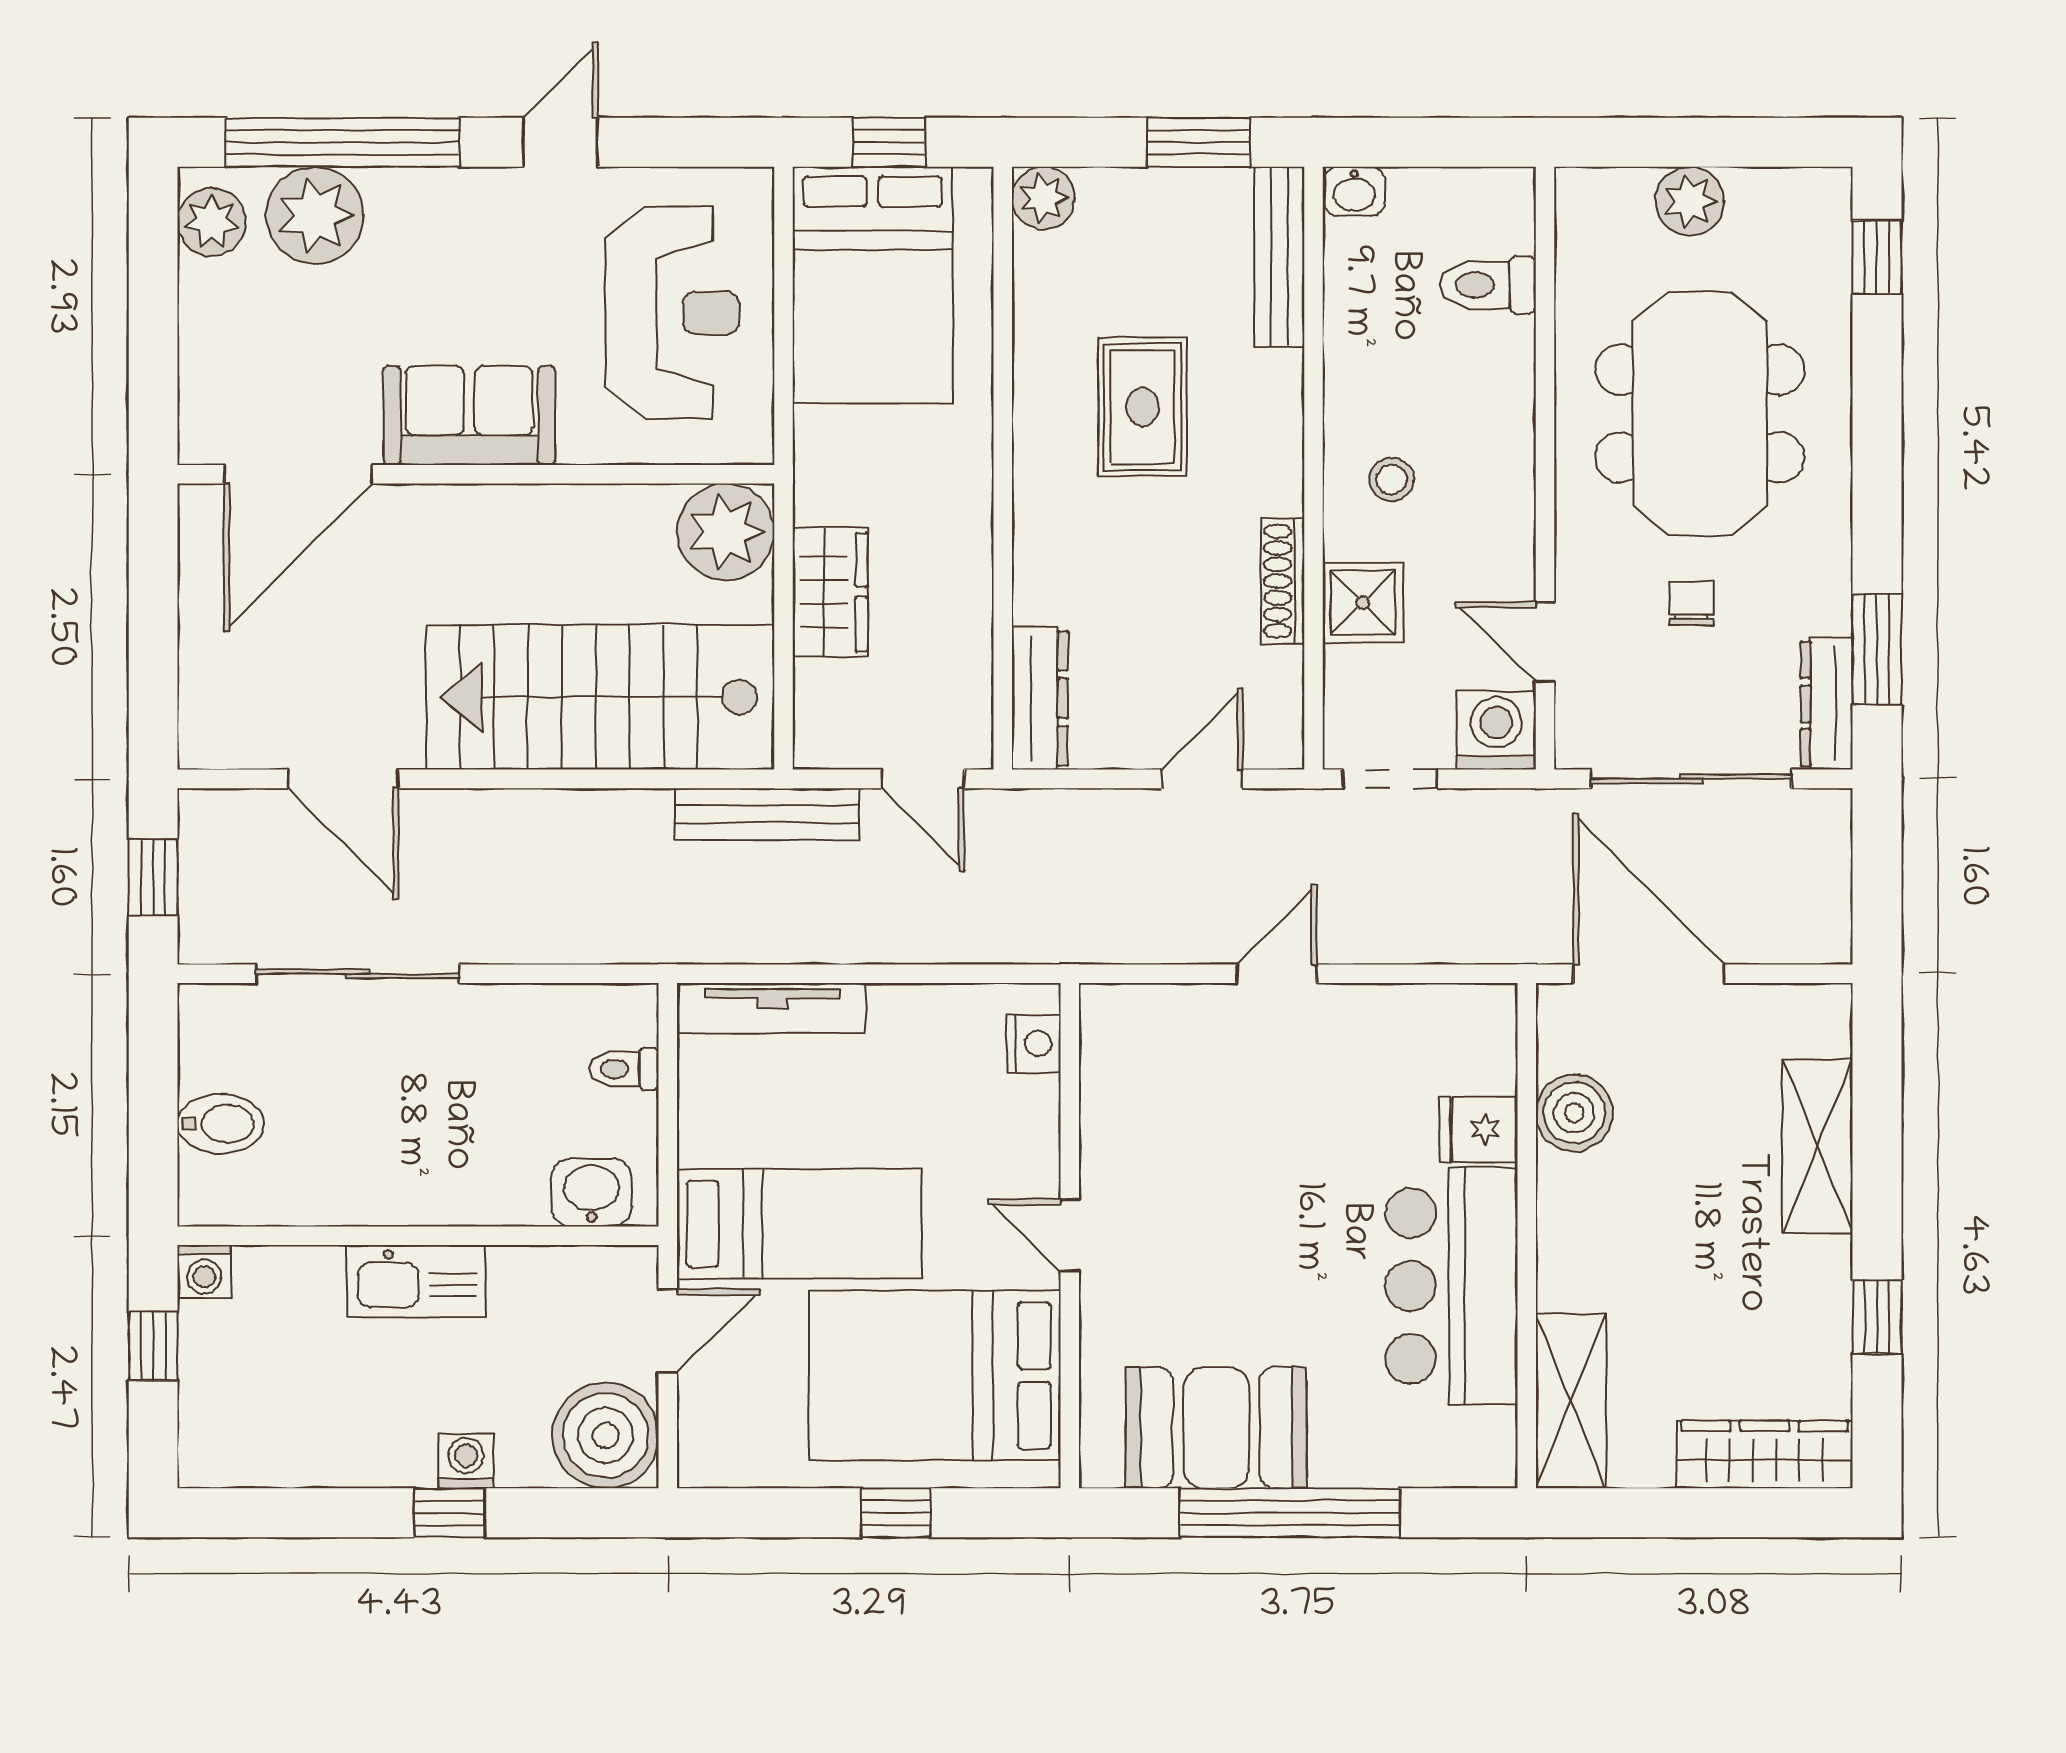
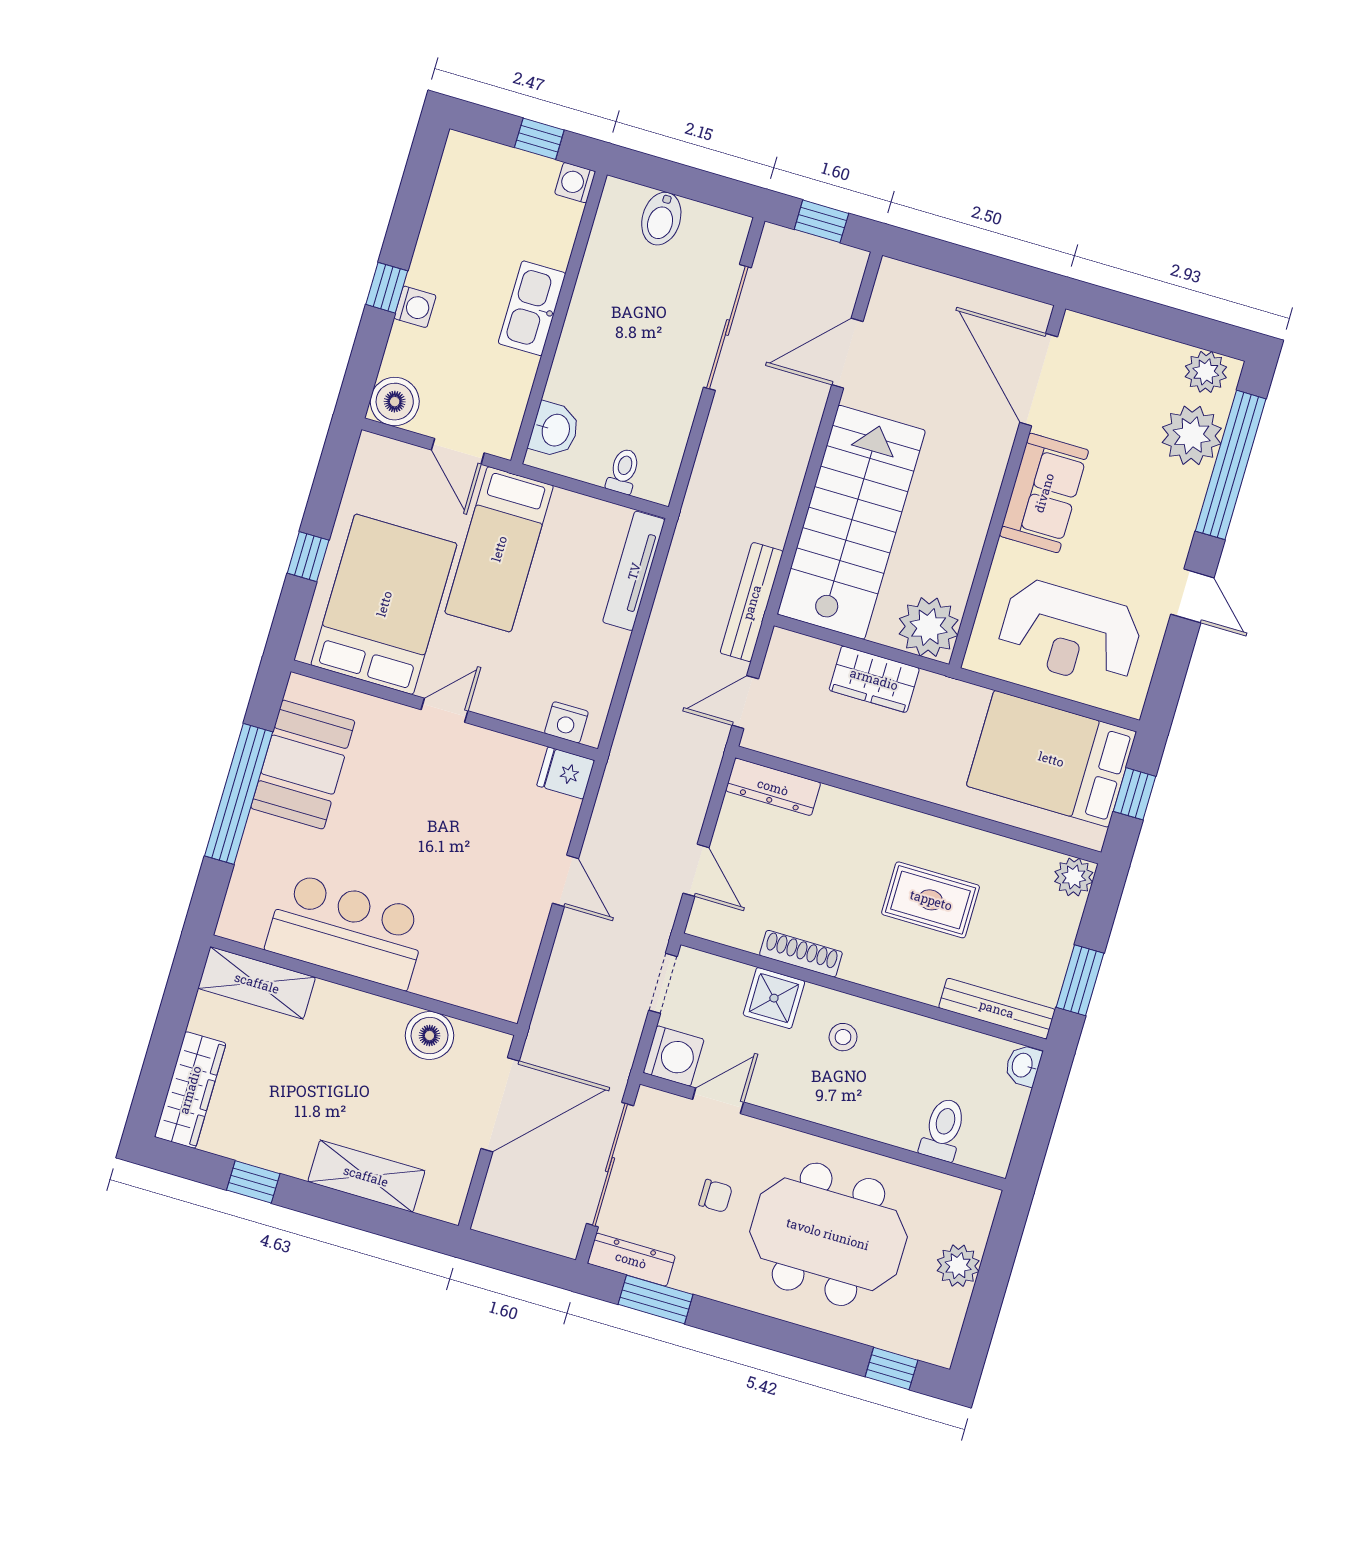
fridge: (1479, 1130) -> (566, 773), moved, turned -90
boiler: (606, 1435) -> (395, 402), width x0.73, depth x0.73

